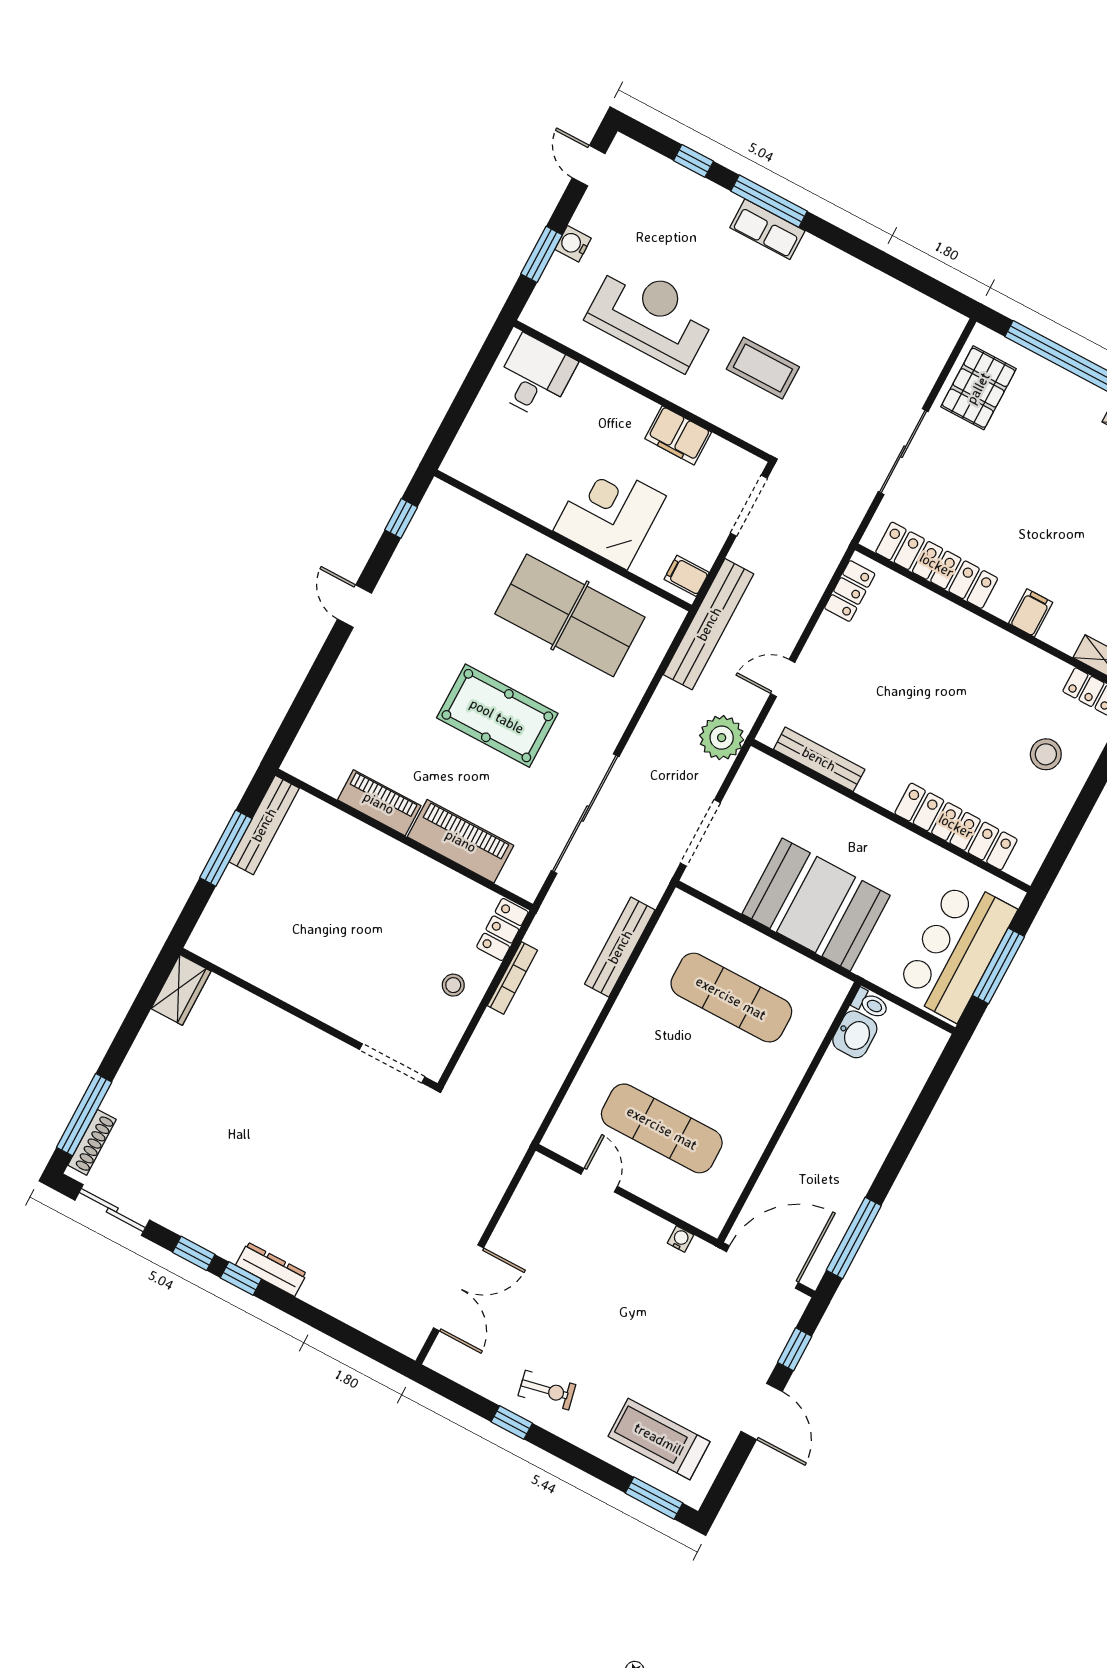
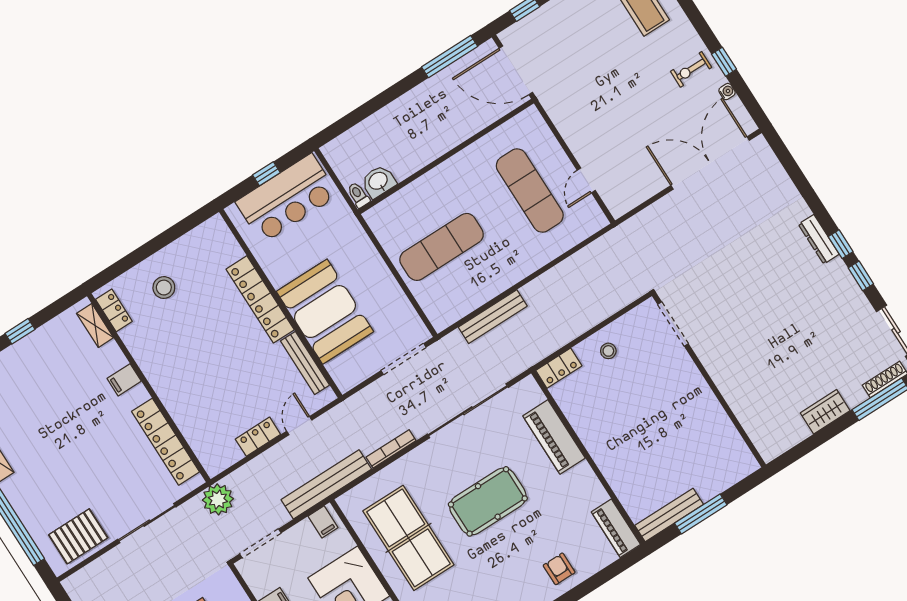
locker: (850, 591) -> (258, 437), moved
door: (783, 678) -> (299, 426), swing flipped
armchair: (362, 682) -> (559, 569), added
pool table: (497, 716) -> (488, 501), turned 90
plant: (722, 738) -> (218, 499), moved
piano: (379, 803) -> (616, 528), moved
locker: (956, 826) -> (260, 299), moved
booth: (816, 905) -> (325, 312), moved
window: (998, 966) -> (266, 174), width x0.46
bookcase: (512, 978) -> (391, 449), moved
wardrobe: (181, 990) -> (825, 412), moved
exercise mat: (731, 998) -> (442, 247), turned 90
water cooler: (680, 1239) -> (727, 92), moved, turned 180
double door: (458, 1288) -> (710, 163), width x1.36
exercise bike: (547, 1390) -> (691, 69), turned -78

